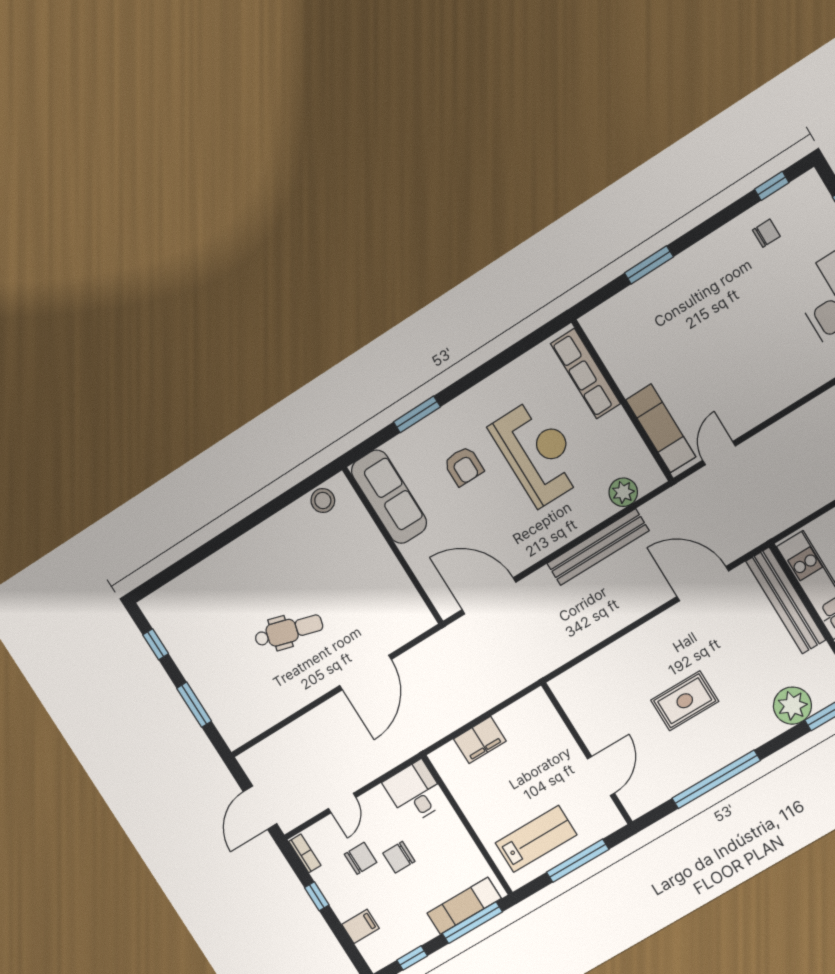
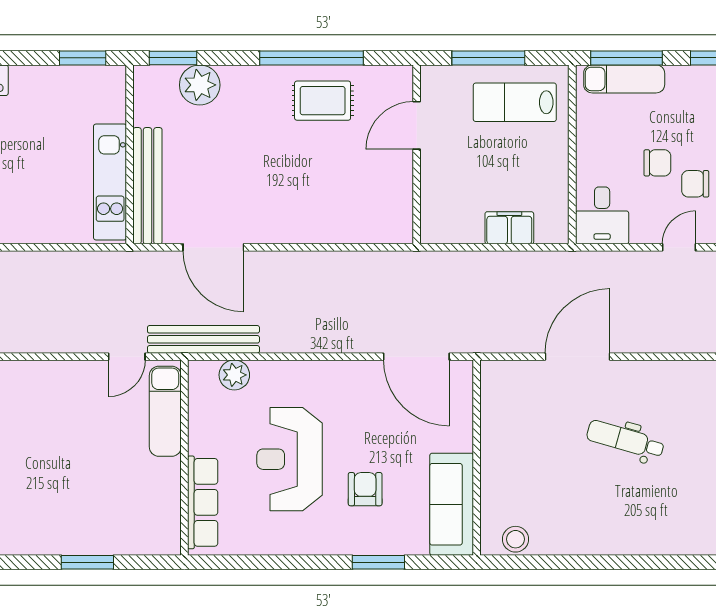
bench: (598, 547) -> (203, 339), moved
rug: (685, 701) -> (323, 101), moved

